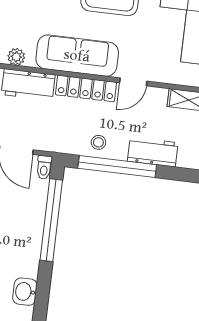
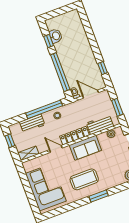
sofa: (77, 56) -> (85, 148), width x0.73
door: (133, 82) -> (56, 149), hinge flipped
window: (43, 289) -> (49, 41), added

